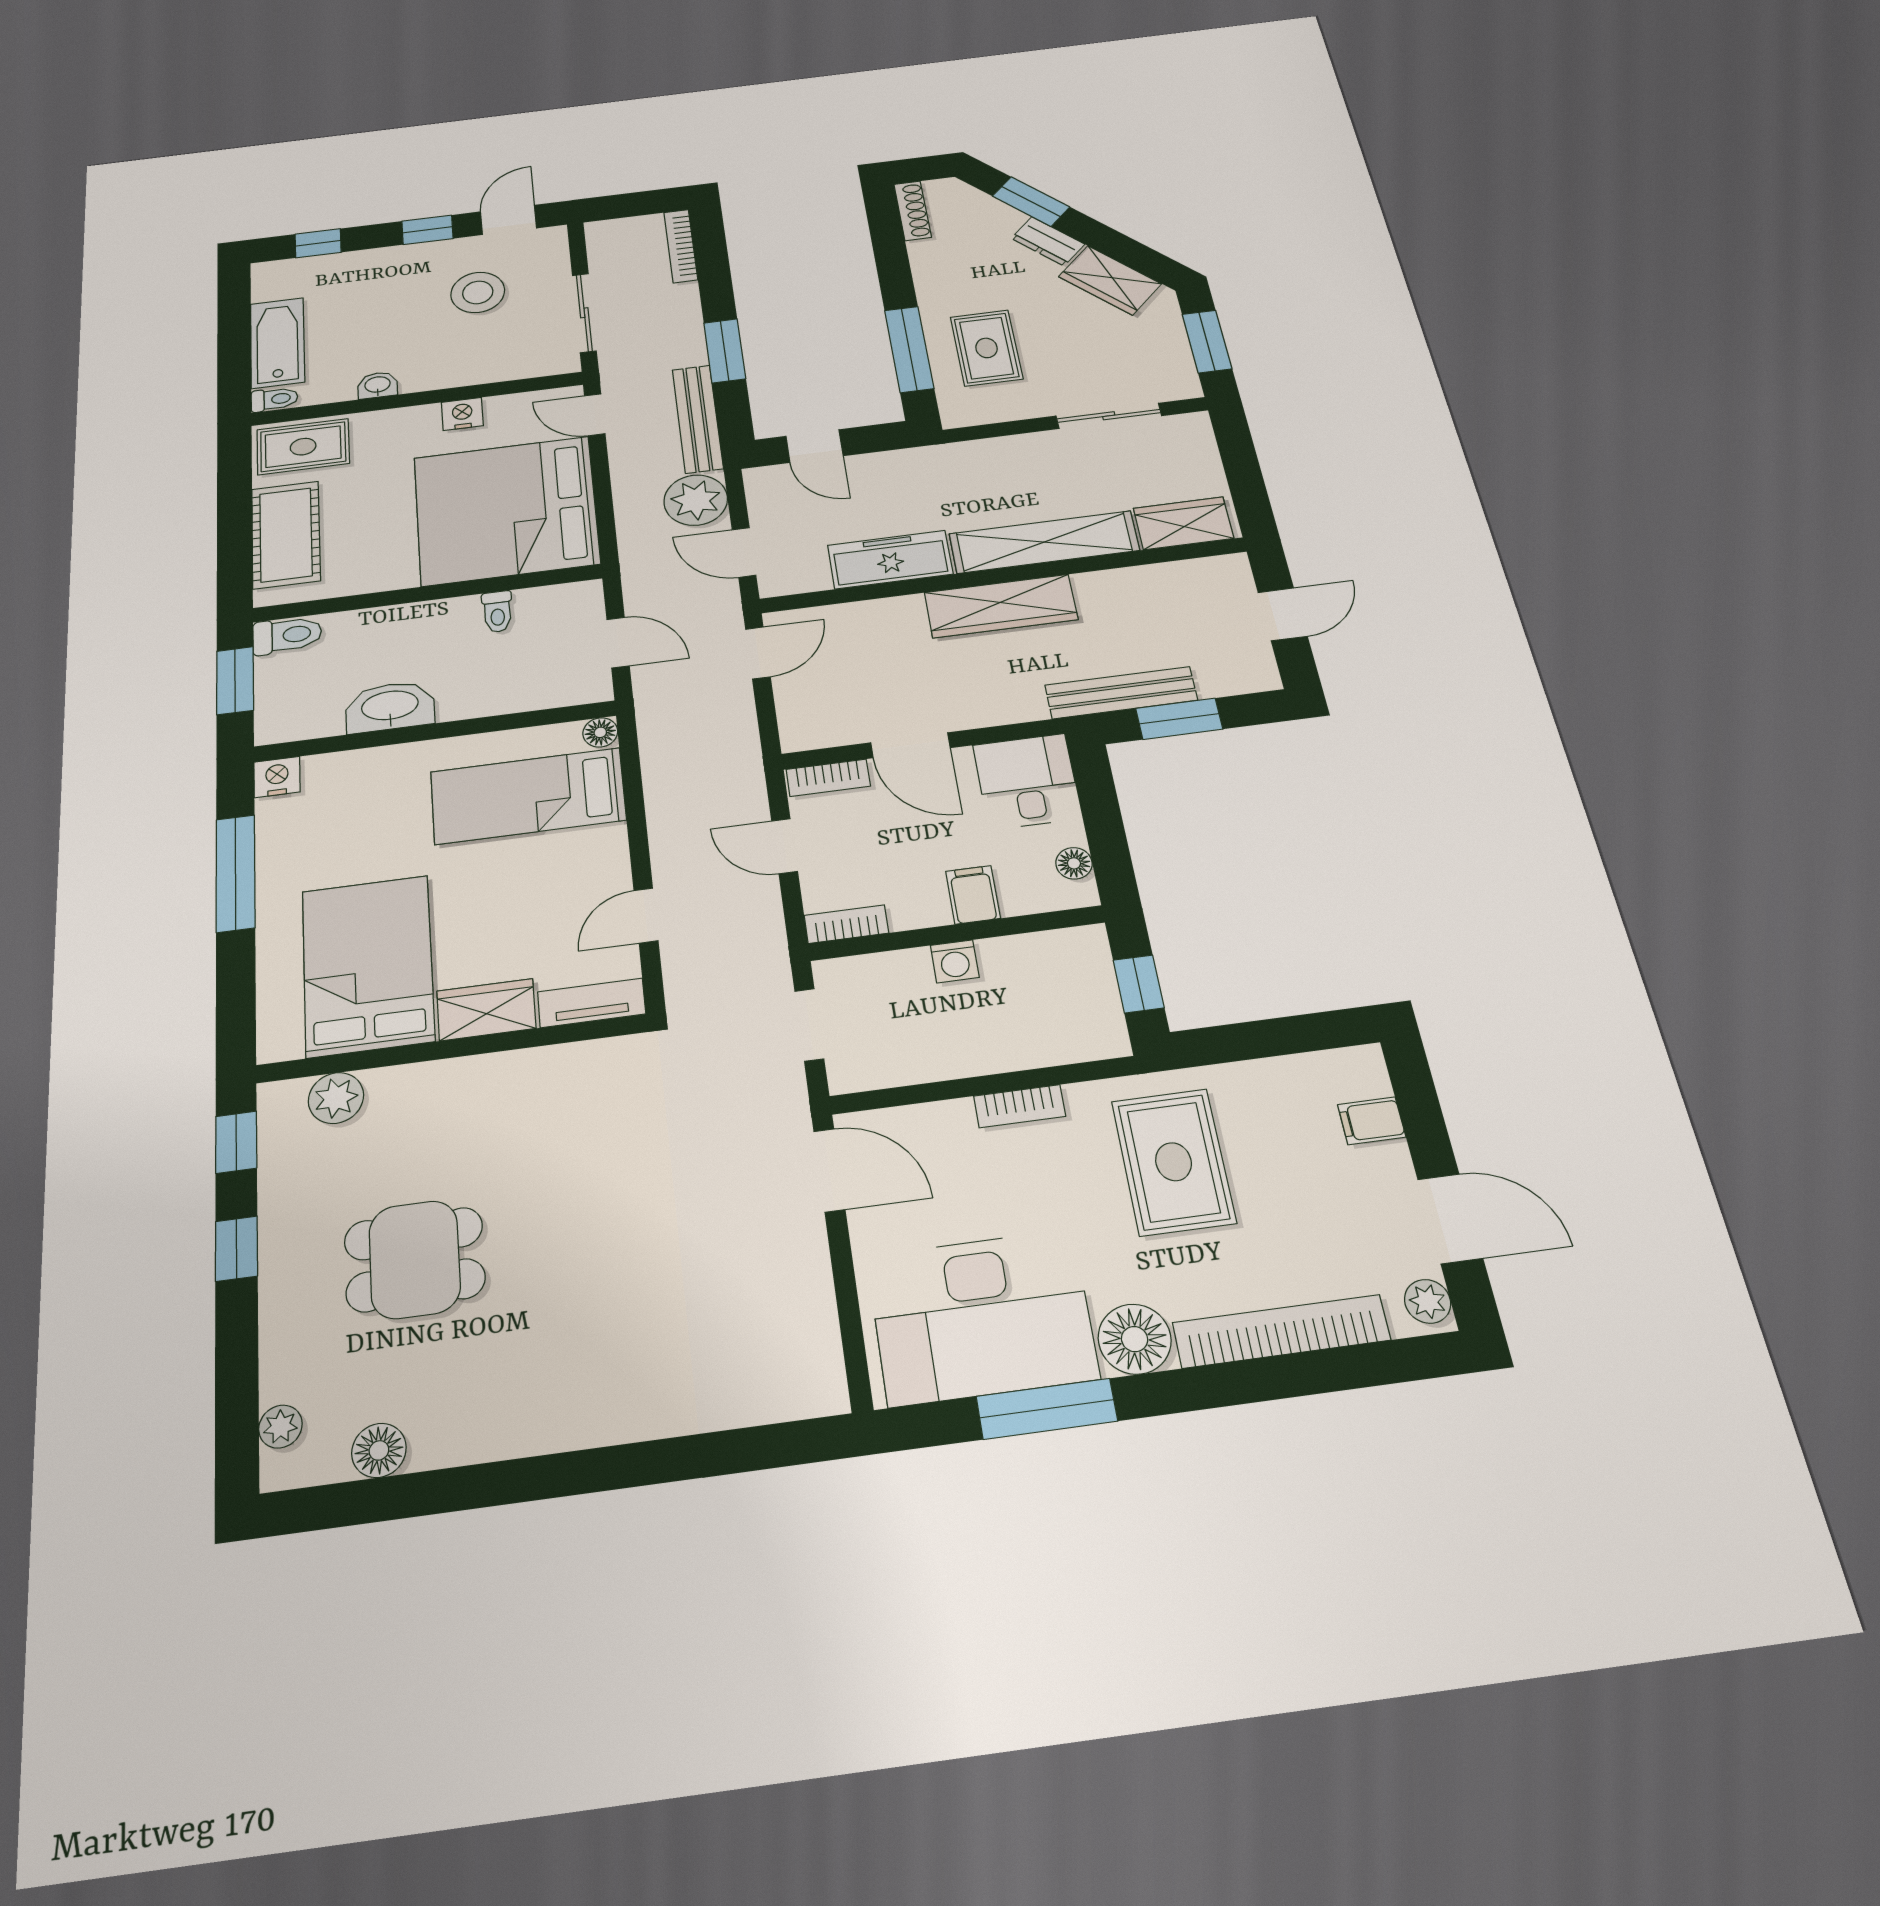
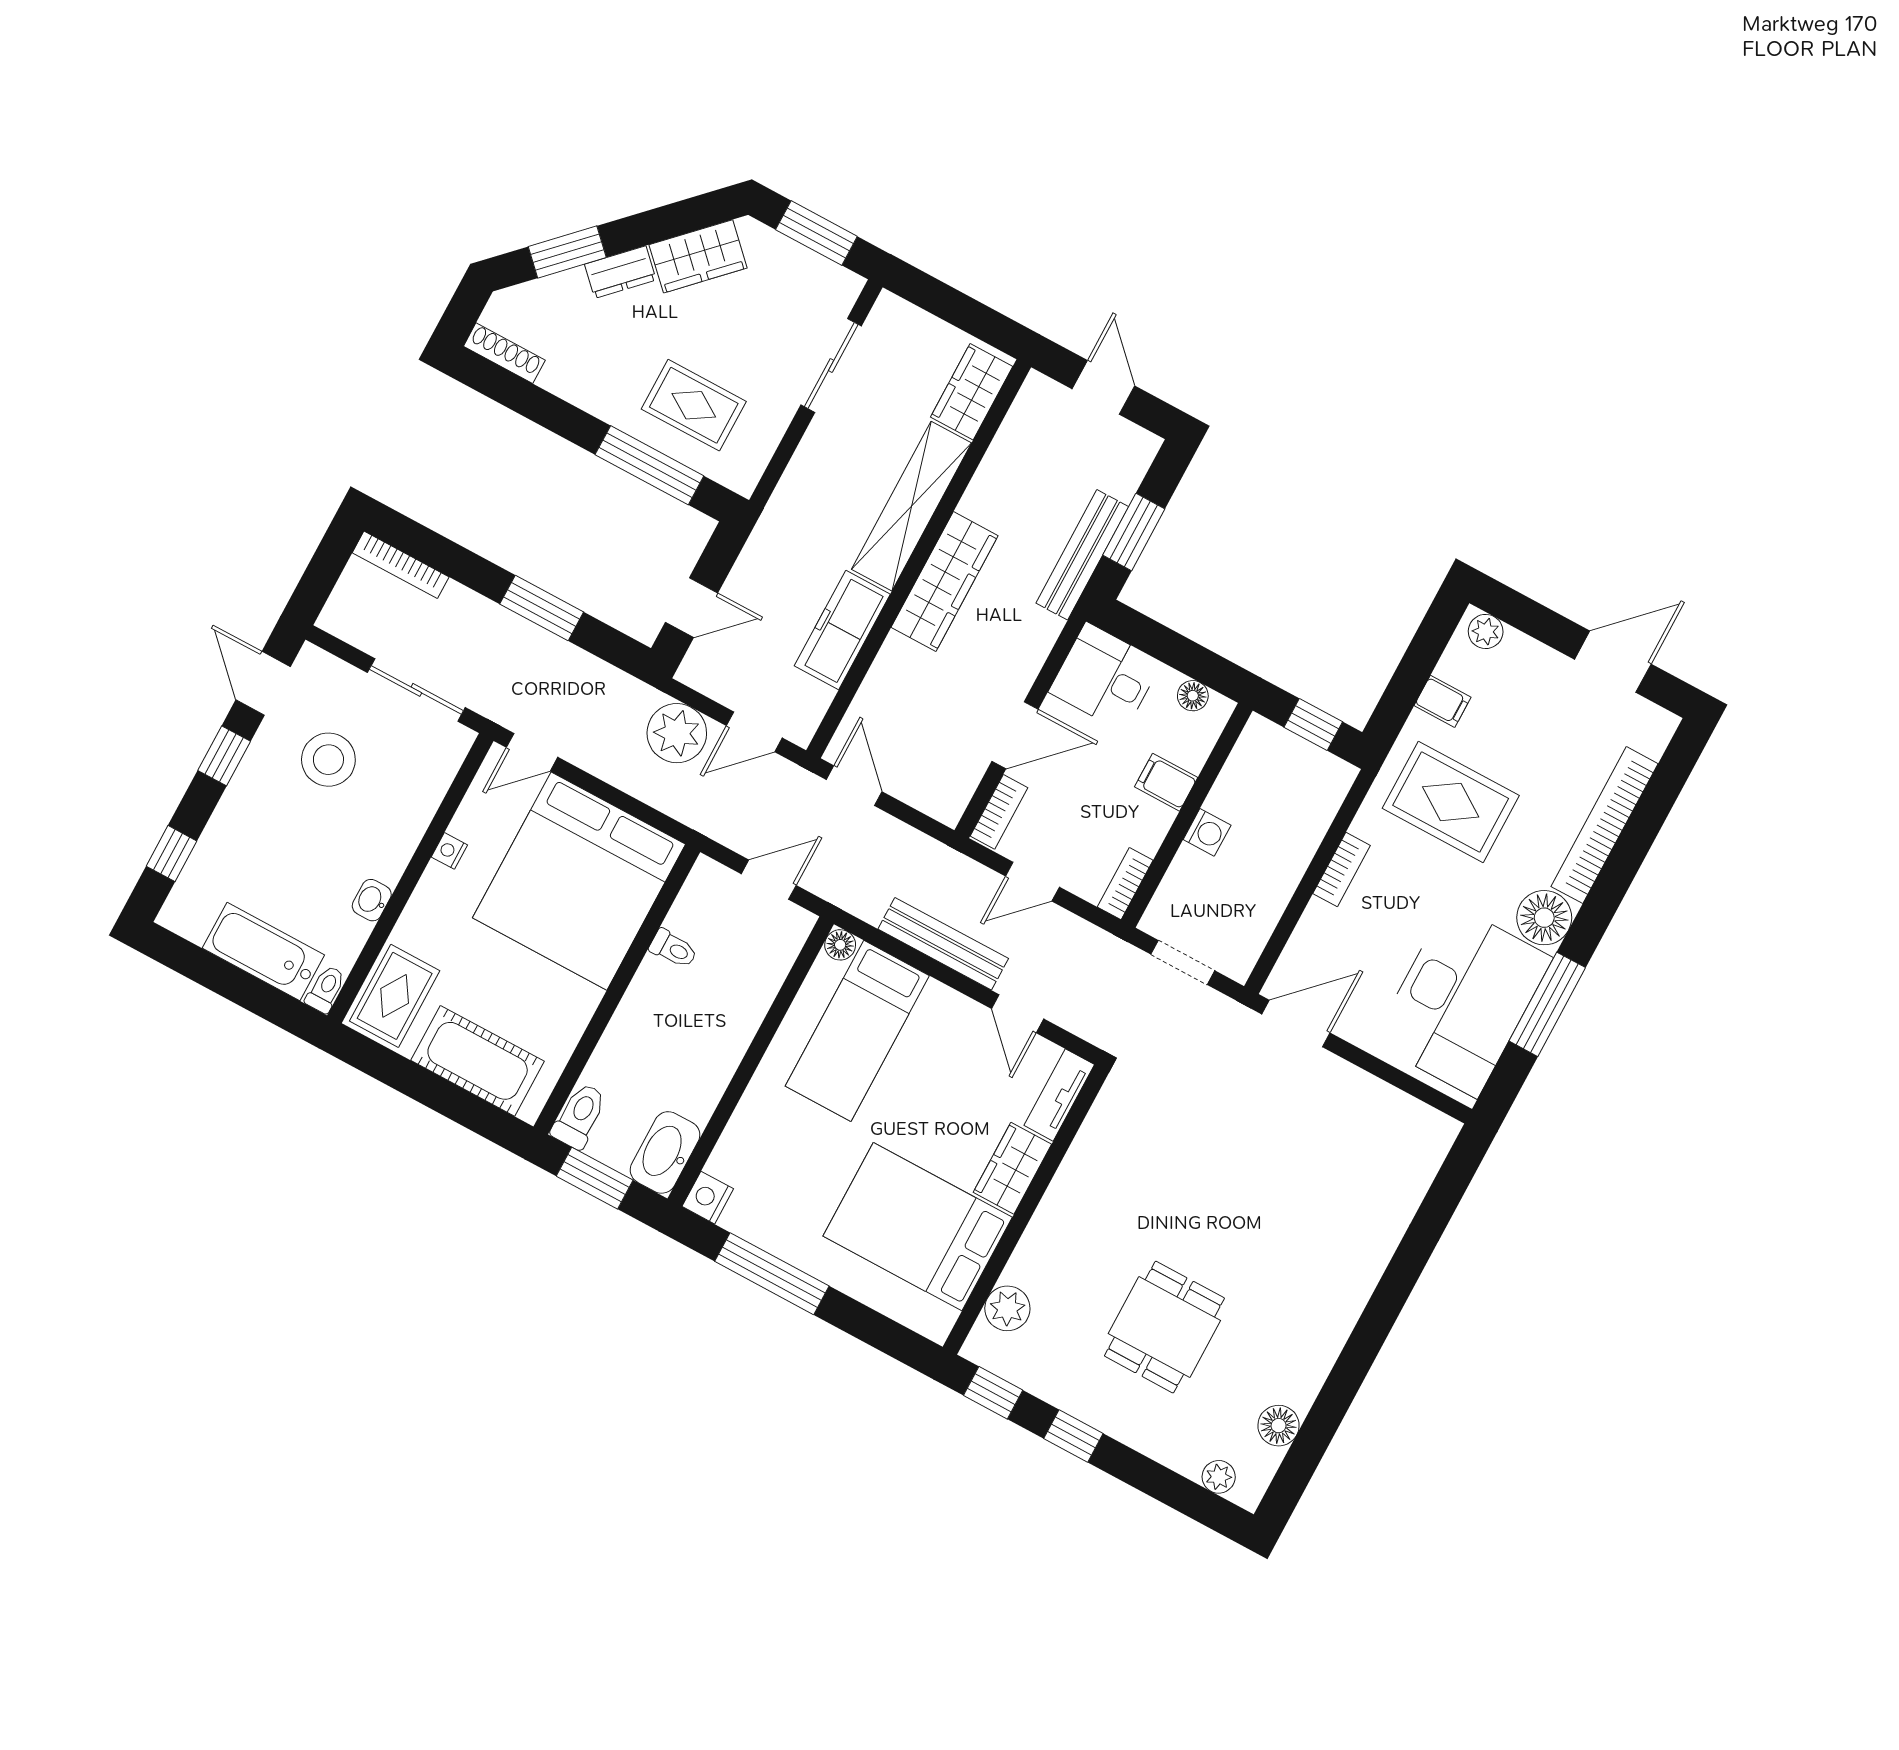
nightstand: (462, 414) -> (449, 851), width x0.72, depth x0.74
bench: (698, 419) -> (943, 944), moved
washbasin: (390, 707) -> (665, 1152), moved
filing cabinet: (1372, 1121) -> (1442, 701), moved, turned -90
plant: (1428, 1301) -> (1486, 631), moved

